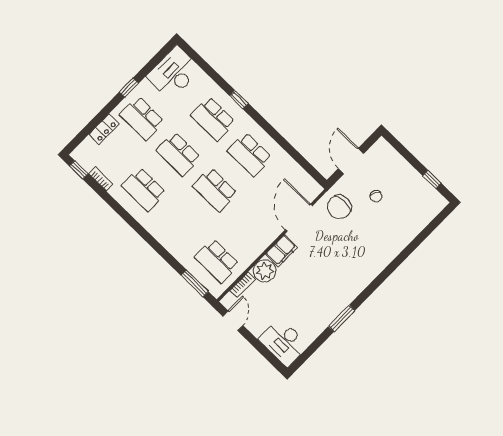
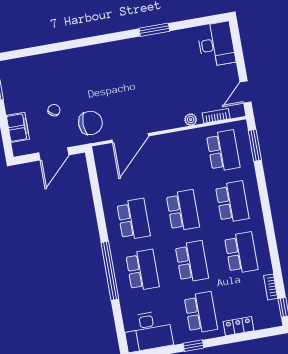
window: (239, 100) -> (110, 271), width x3.17
school desk: (180, 225) -> (232, 202), added
filing cabinet: (282, 251) -> (18, 127), moved, turned 90
plant: (265, 271) -> (191, 120), width x0.53, depth x0.53

